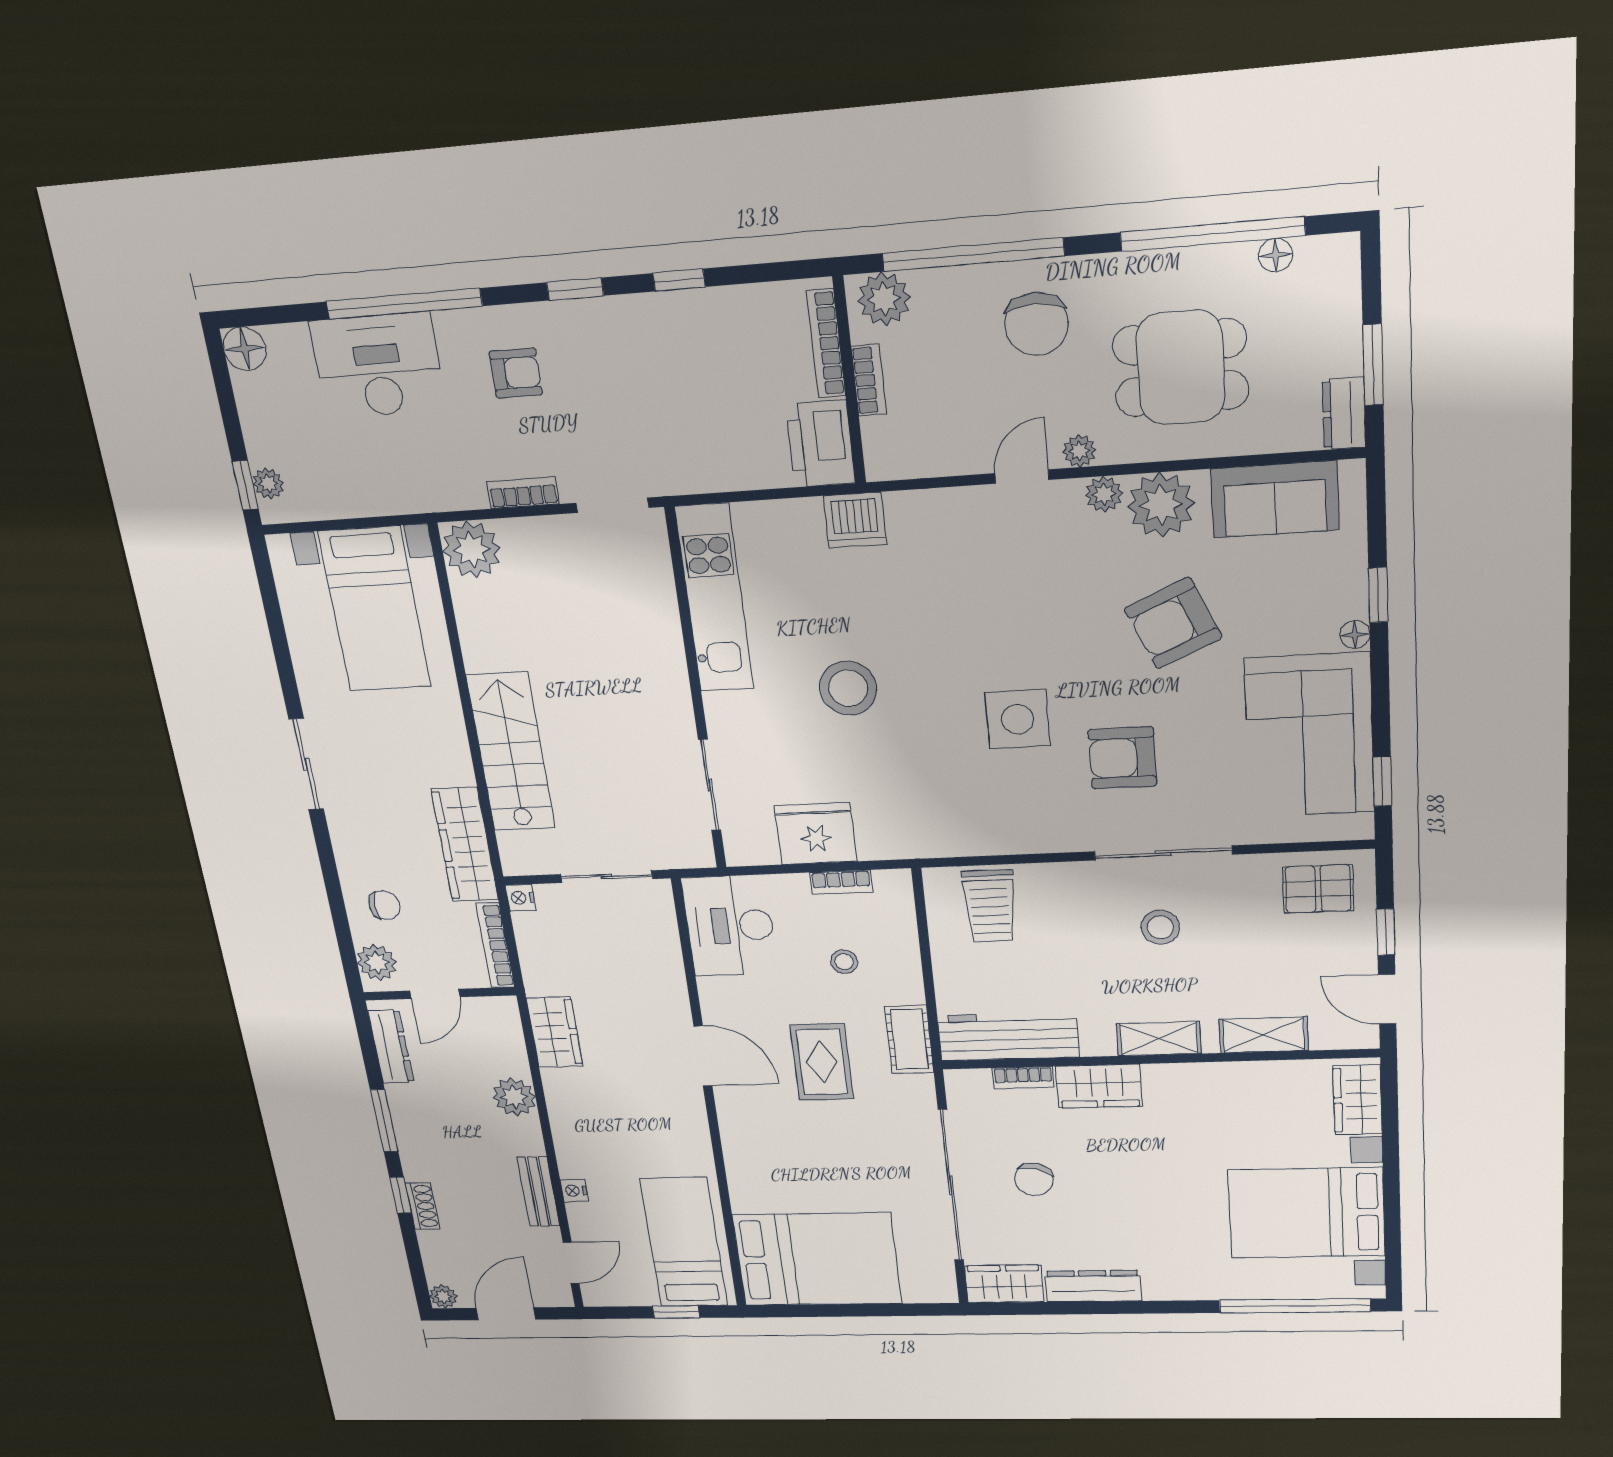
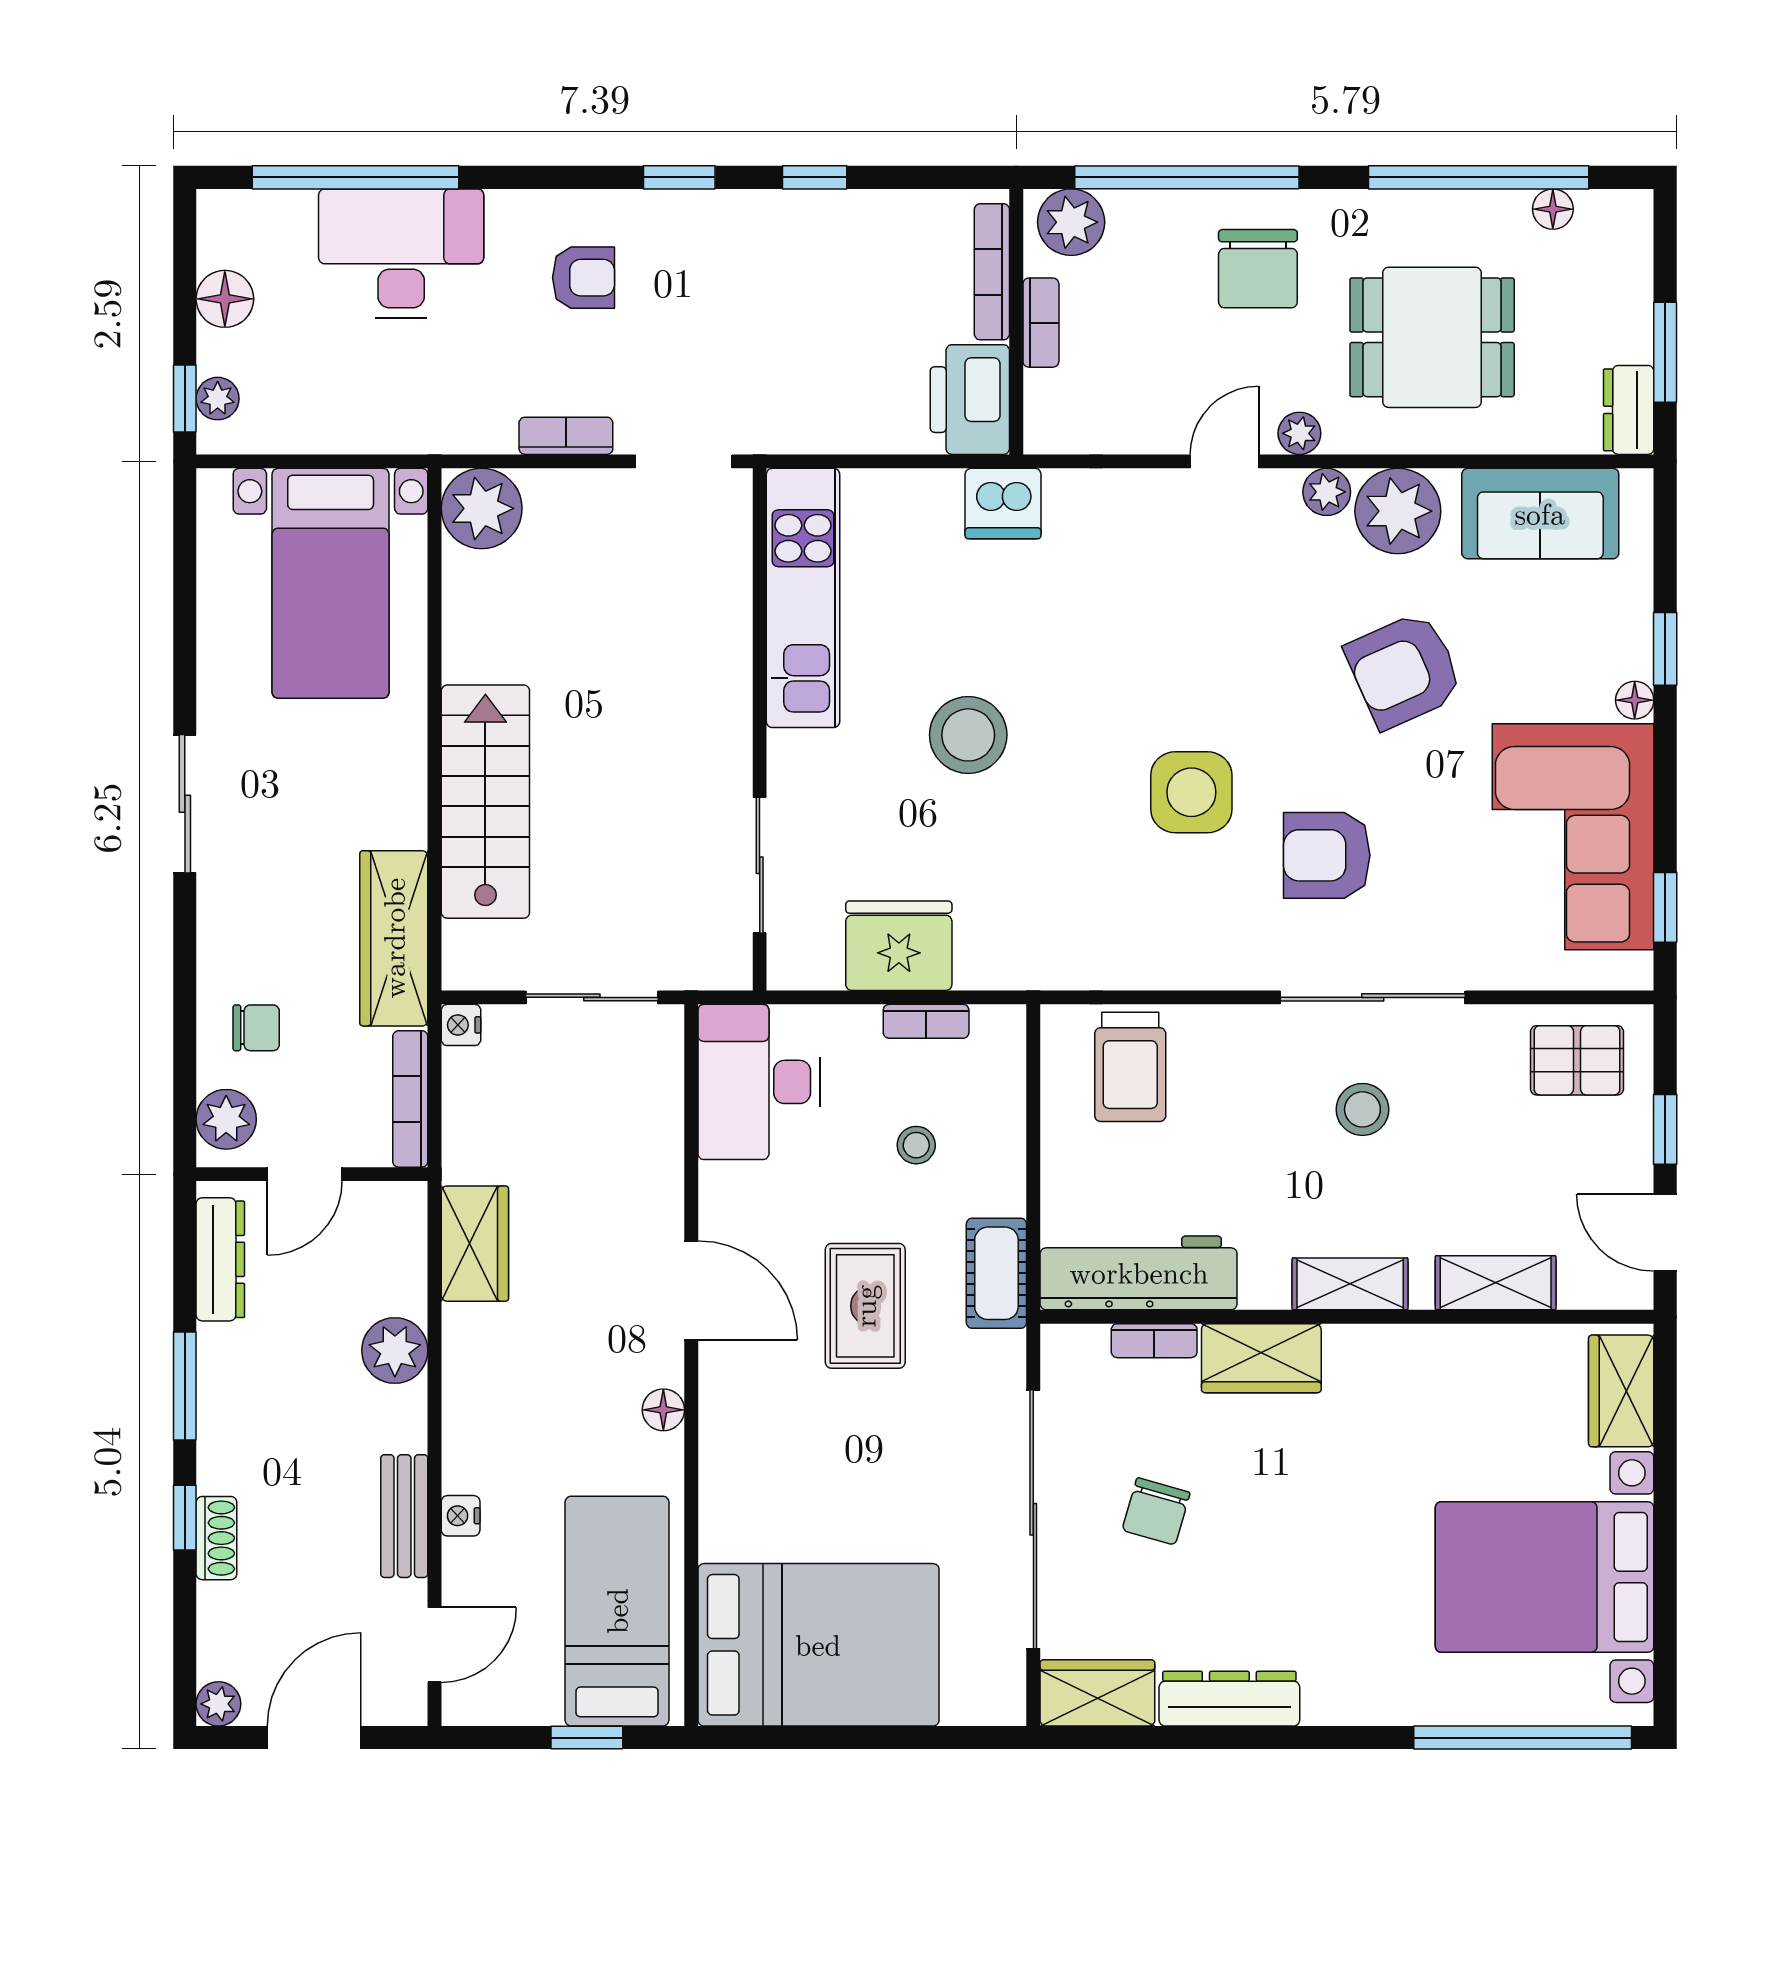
window: (404, 304) -> (355, 177), moved
floor lamp: (245, 349) -> (225, 299), moved
floor lamp: (695, 1127) -> (663, 1410), added

